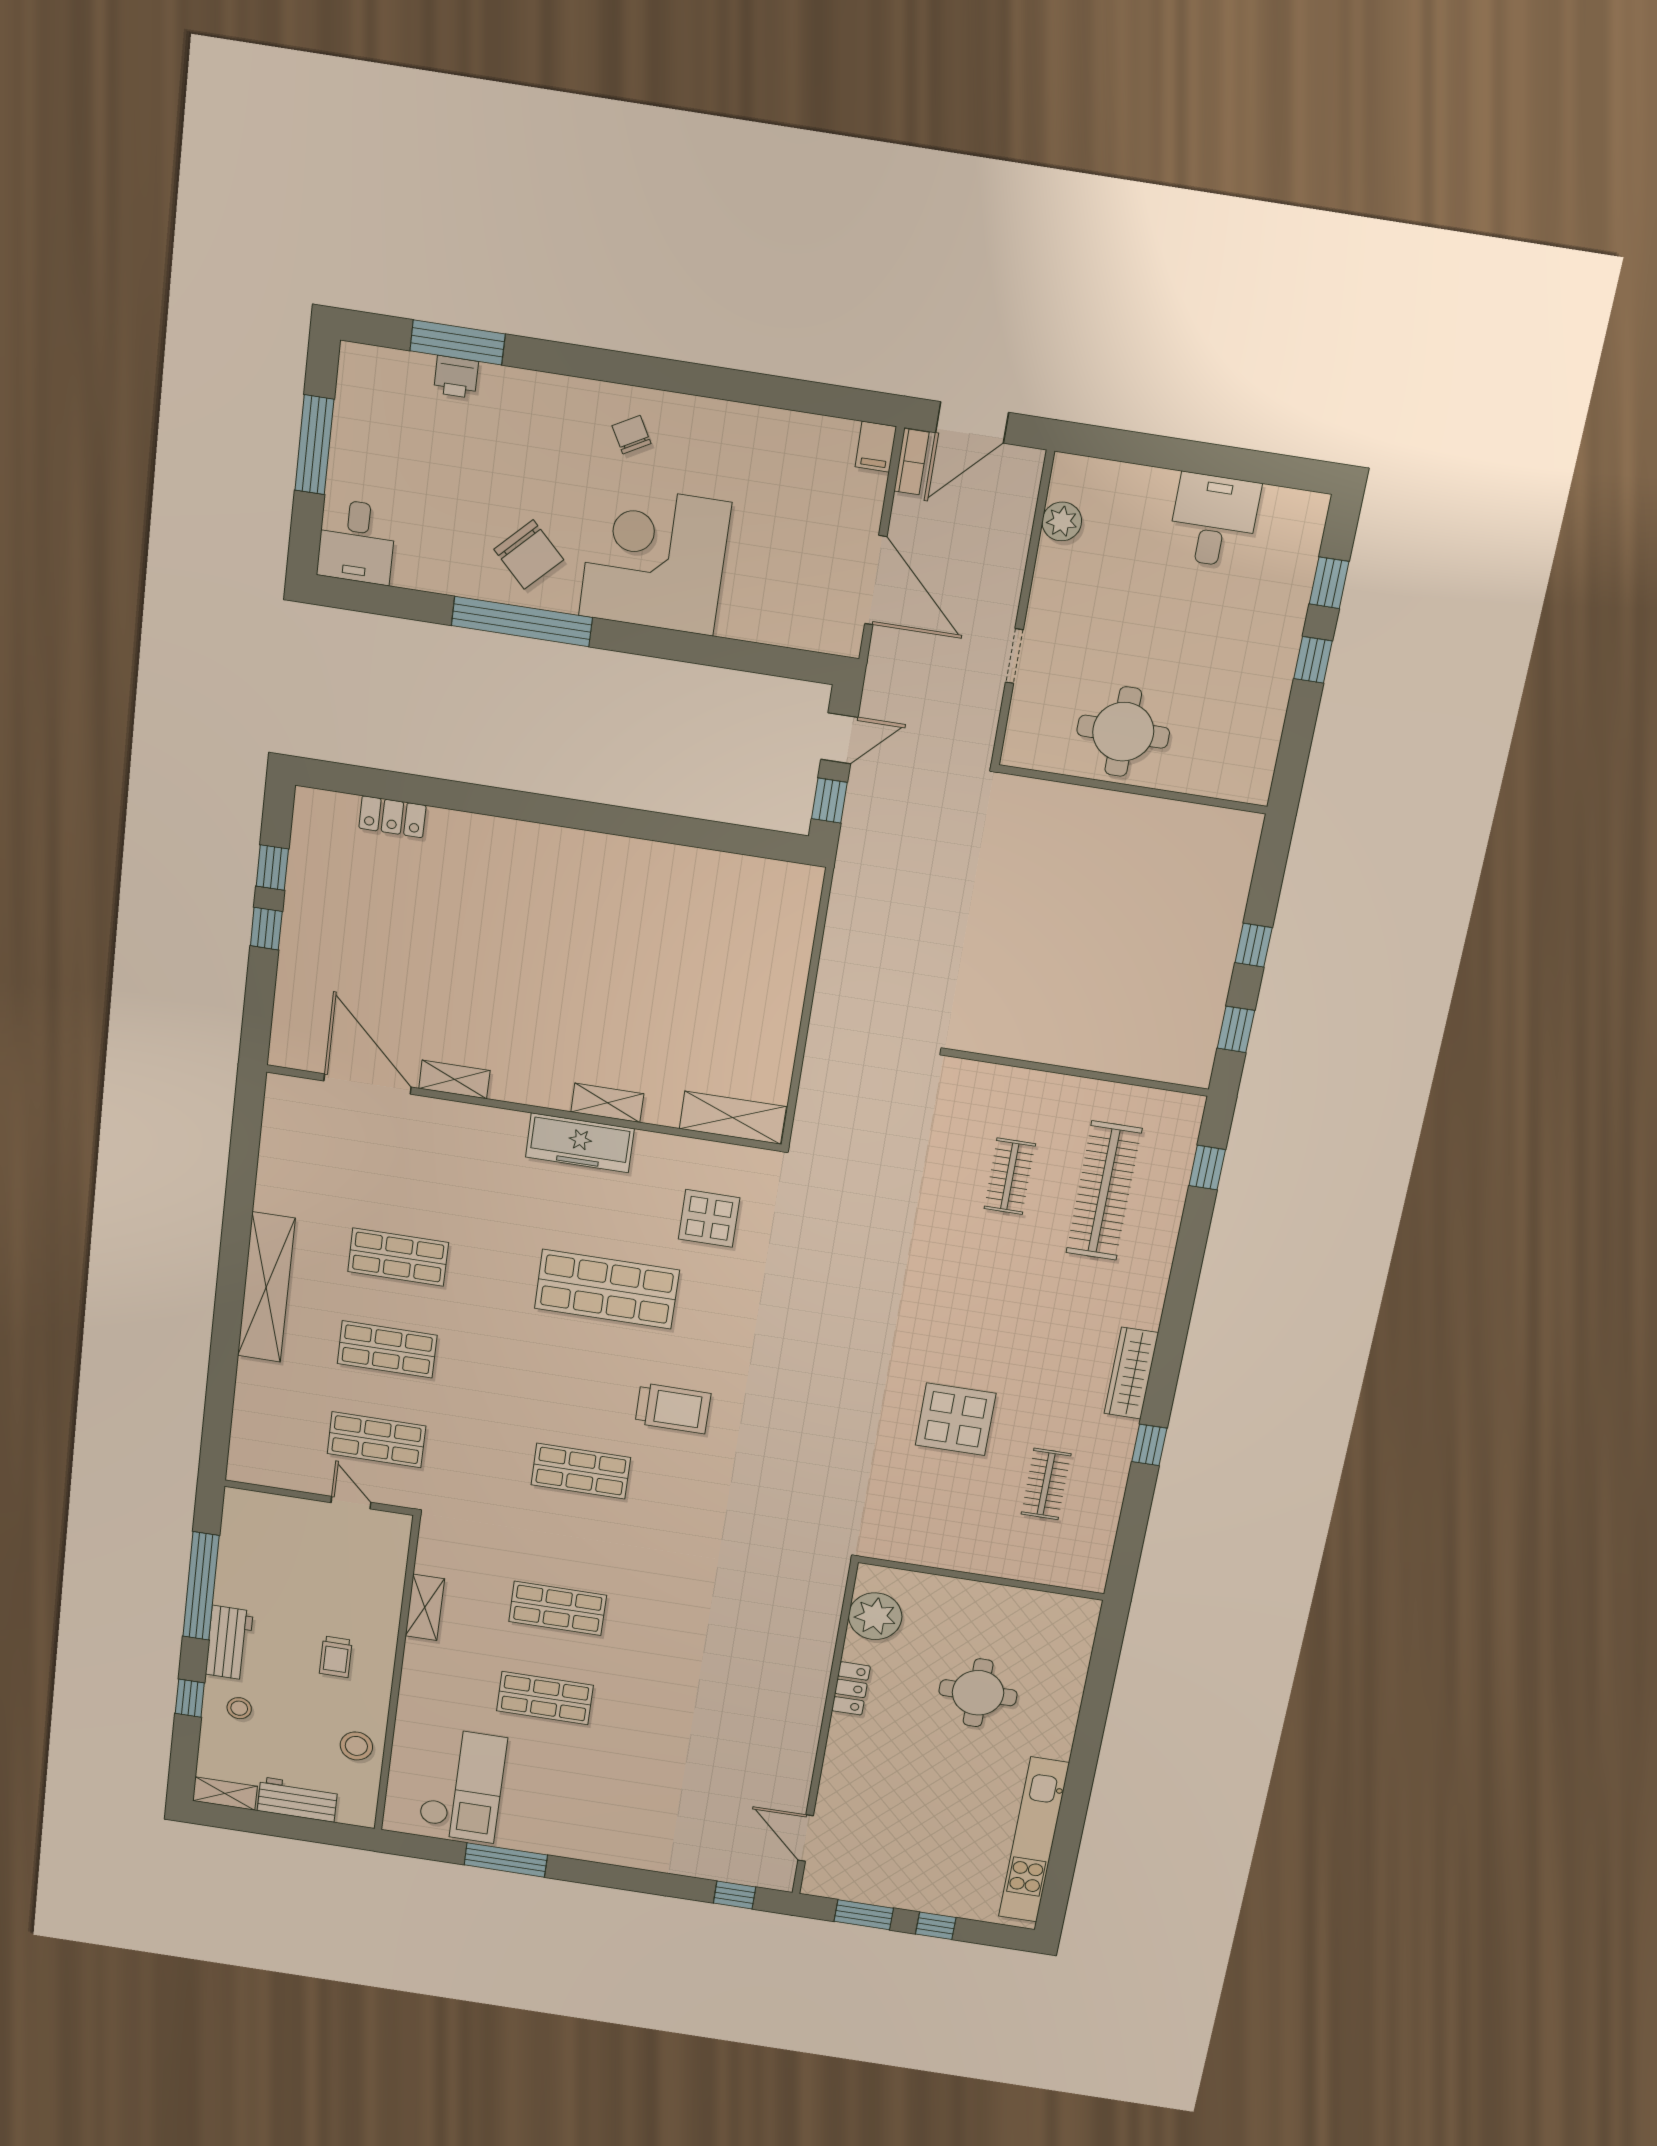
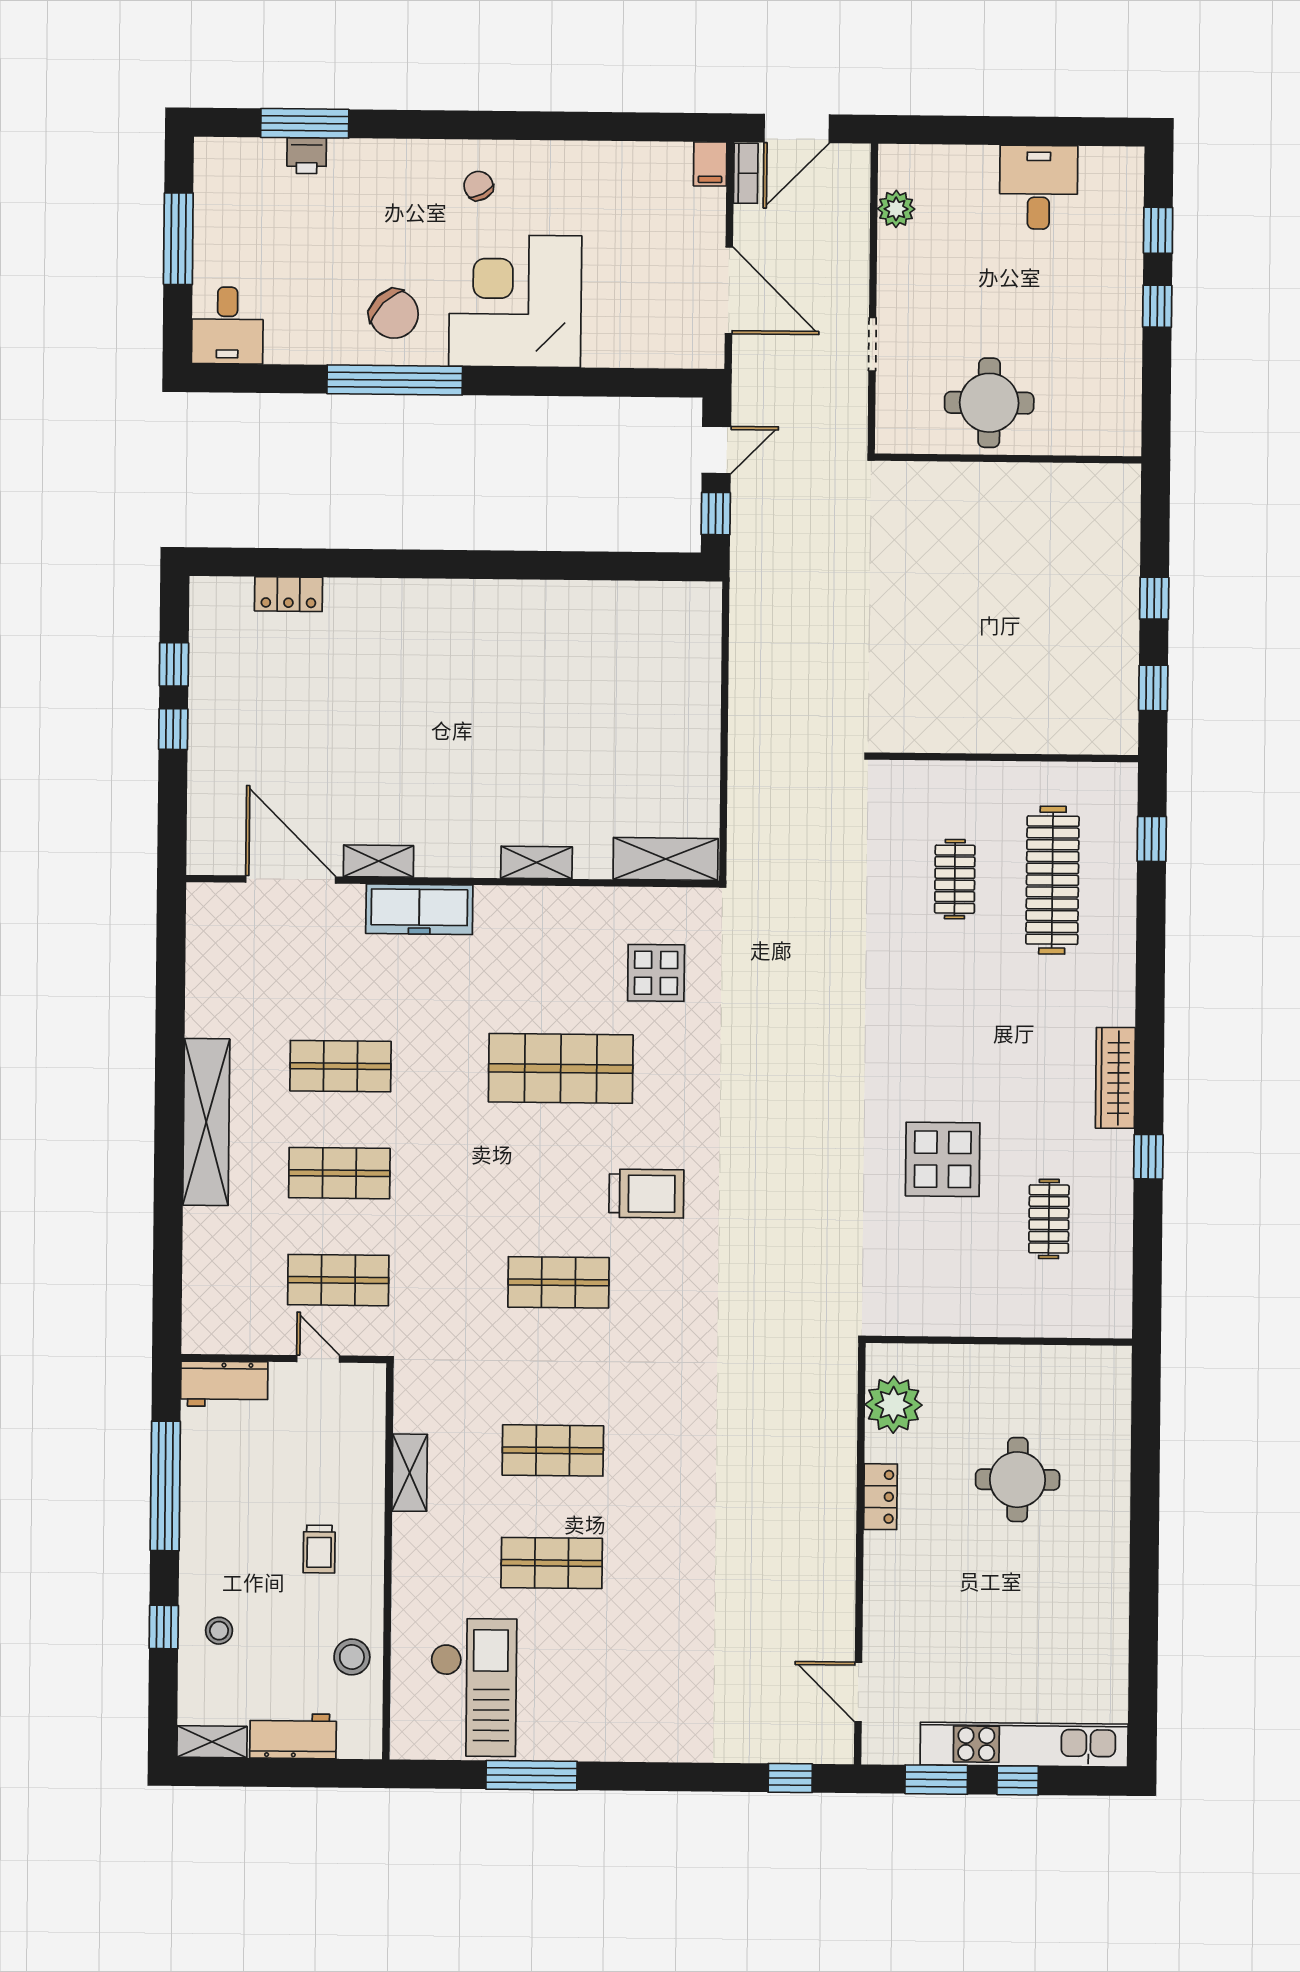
freezer: (580, 1143) -> (419, 909), moved
workbench: (229, 1643) -> (224, 1384), moved, turned 90
kitchen unit: (1034, 1840) -> (1024, 1745), moved, turned 90

